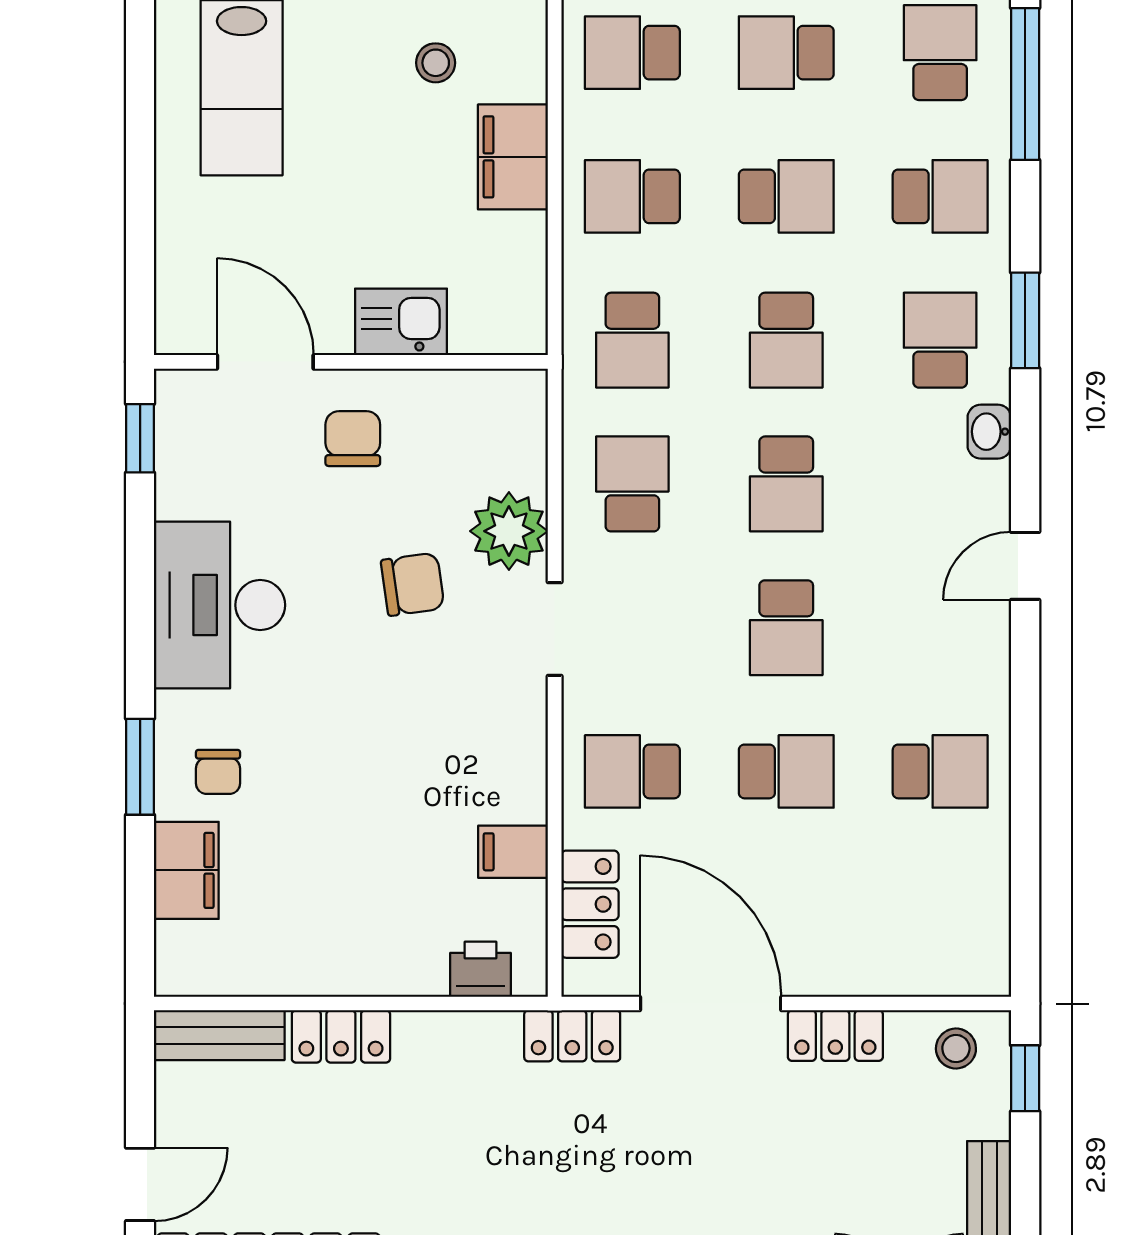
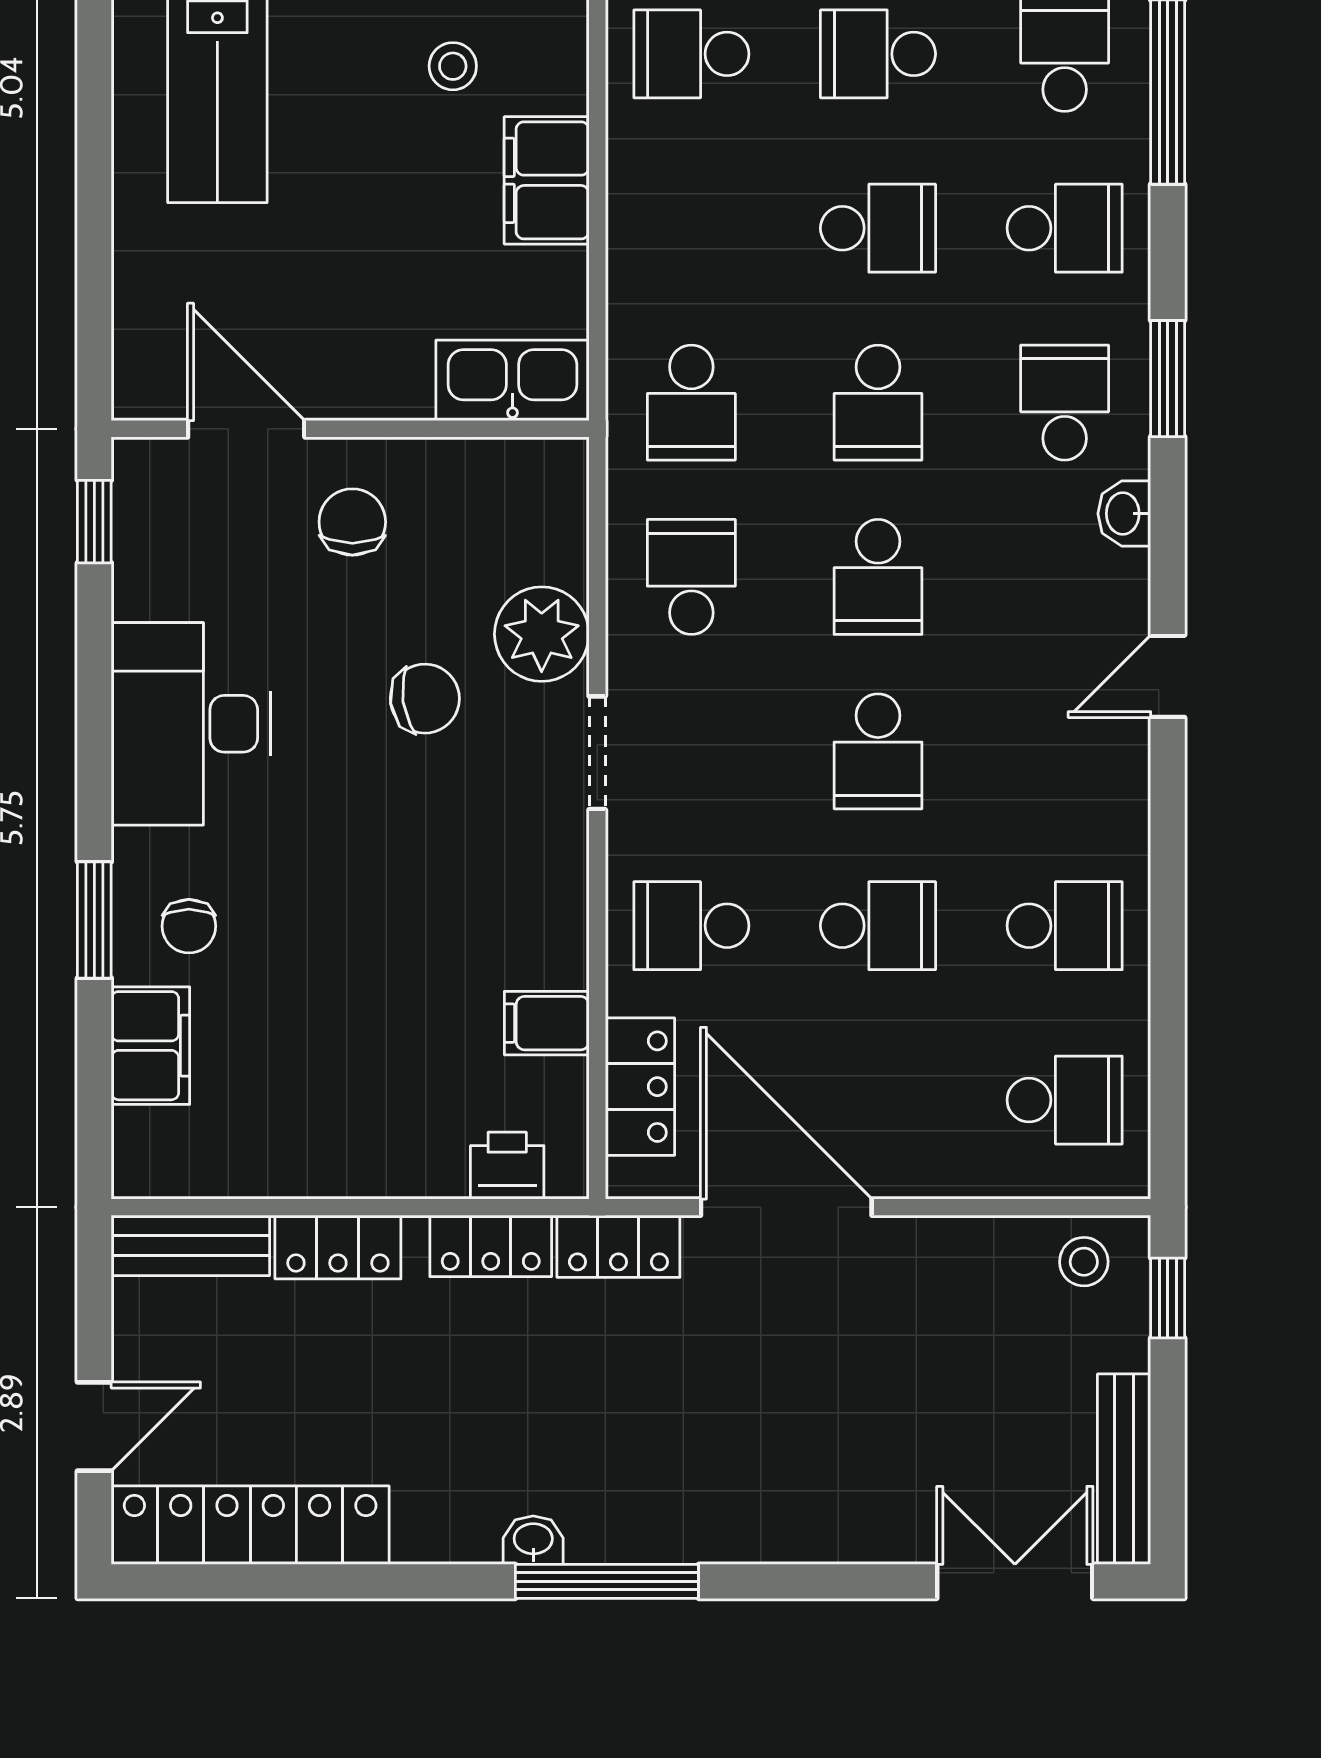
school desk: (632, 196) -> (1065, 1100), moved, turned 180
kitchen sink: (401, 322) -> (512, 380), moved, width x1.38
locker: (835, 1036) -> (491, 1246), moved

